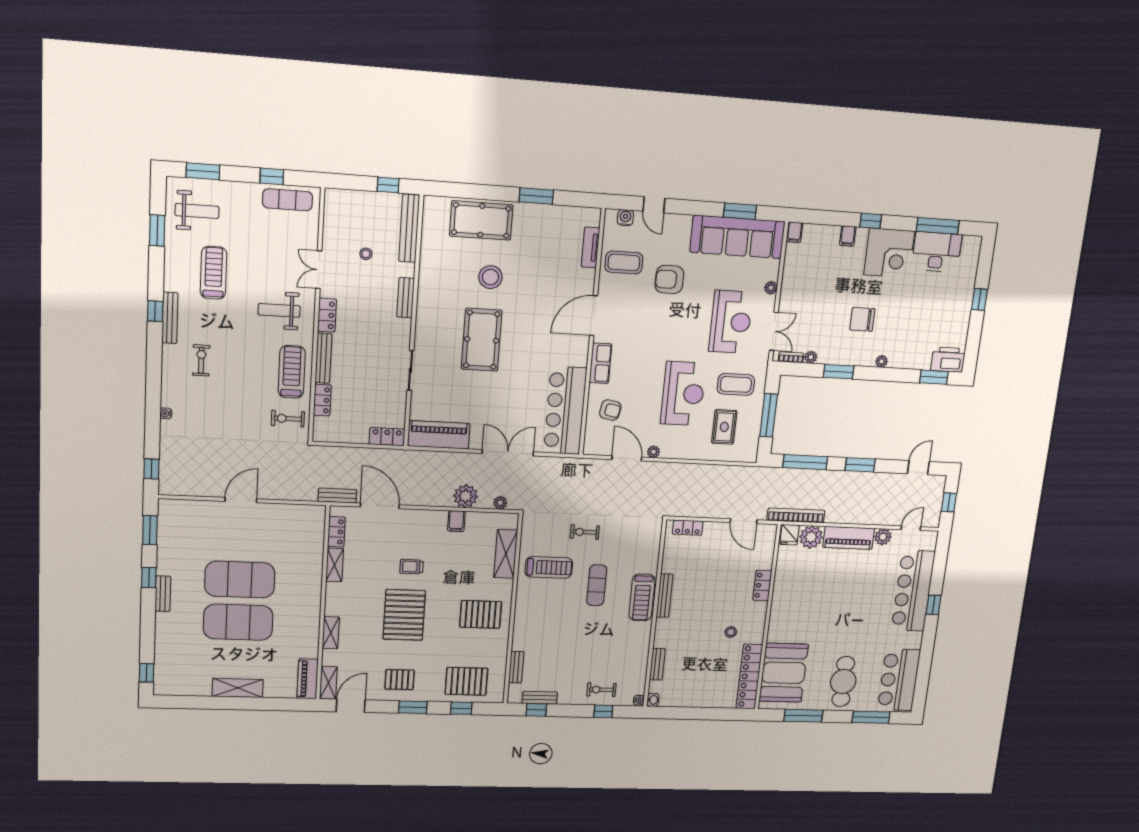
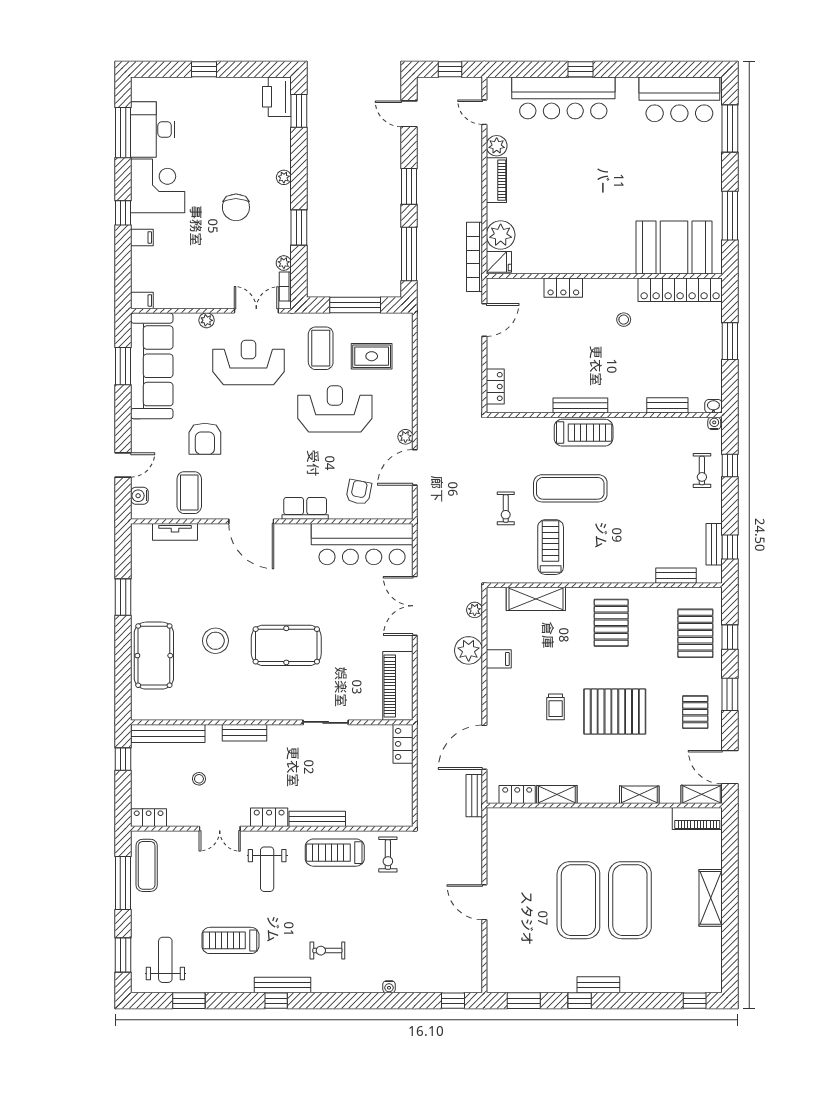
window: (272, 176) -> (123, 883), width x2.17
locker: (322, 400) -> (149, 818), moved
piano: (849, 538) -> (496, 180), width x0.73, depth x0.75
exercise mat: (597, 585) -> (570, 488), width x1.36, depth x1.45
cafe table: (843, 682) -> (683, 171), removed
window: (704, 714) -> (730, 341), added

